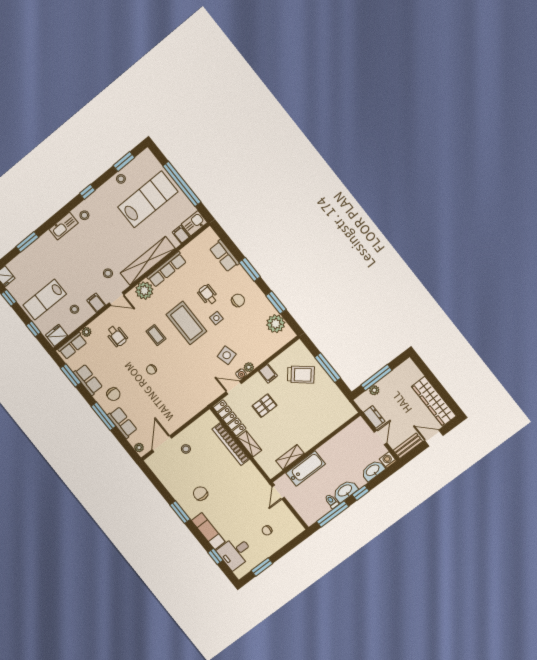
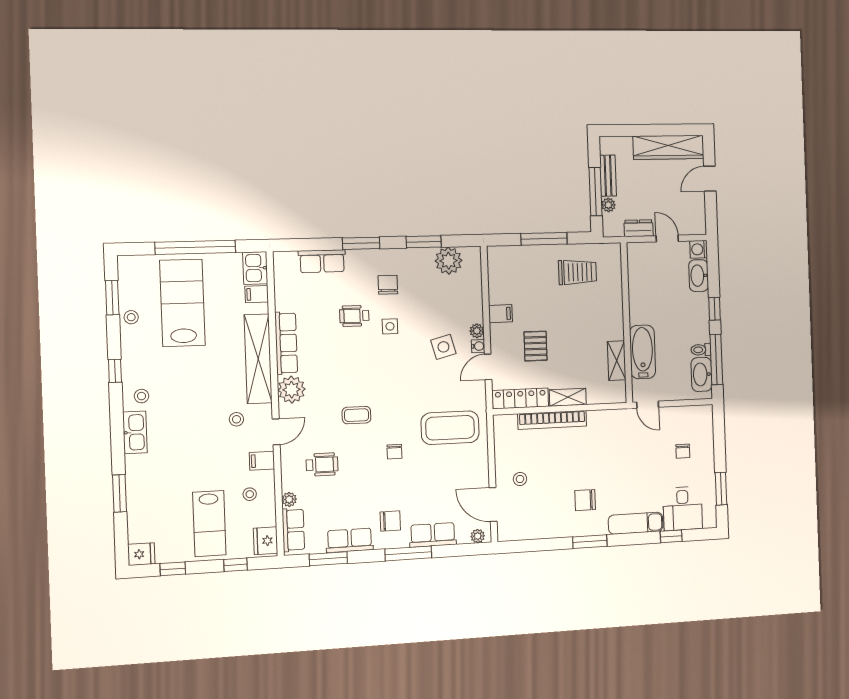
coffee table: (186, 323) -> (450, 428), moved
trolley: (301, 375) -> (577, 272), moved, turned 50
bench: (408, 446) -> (608, 176), moved
washbasin: (345, 491) -> (702, 374), moved

